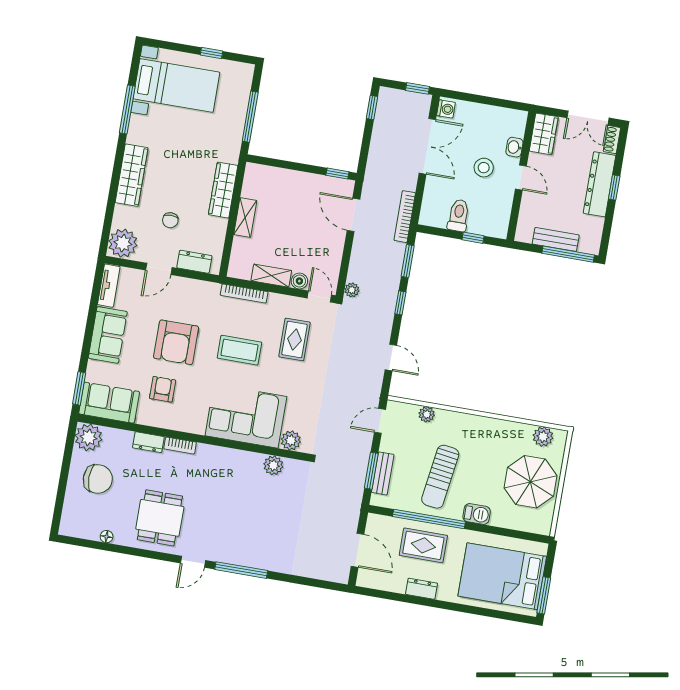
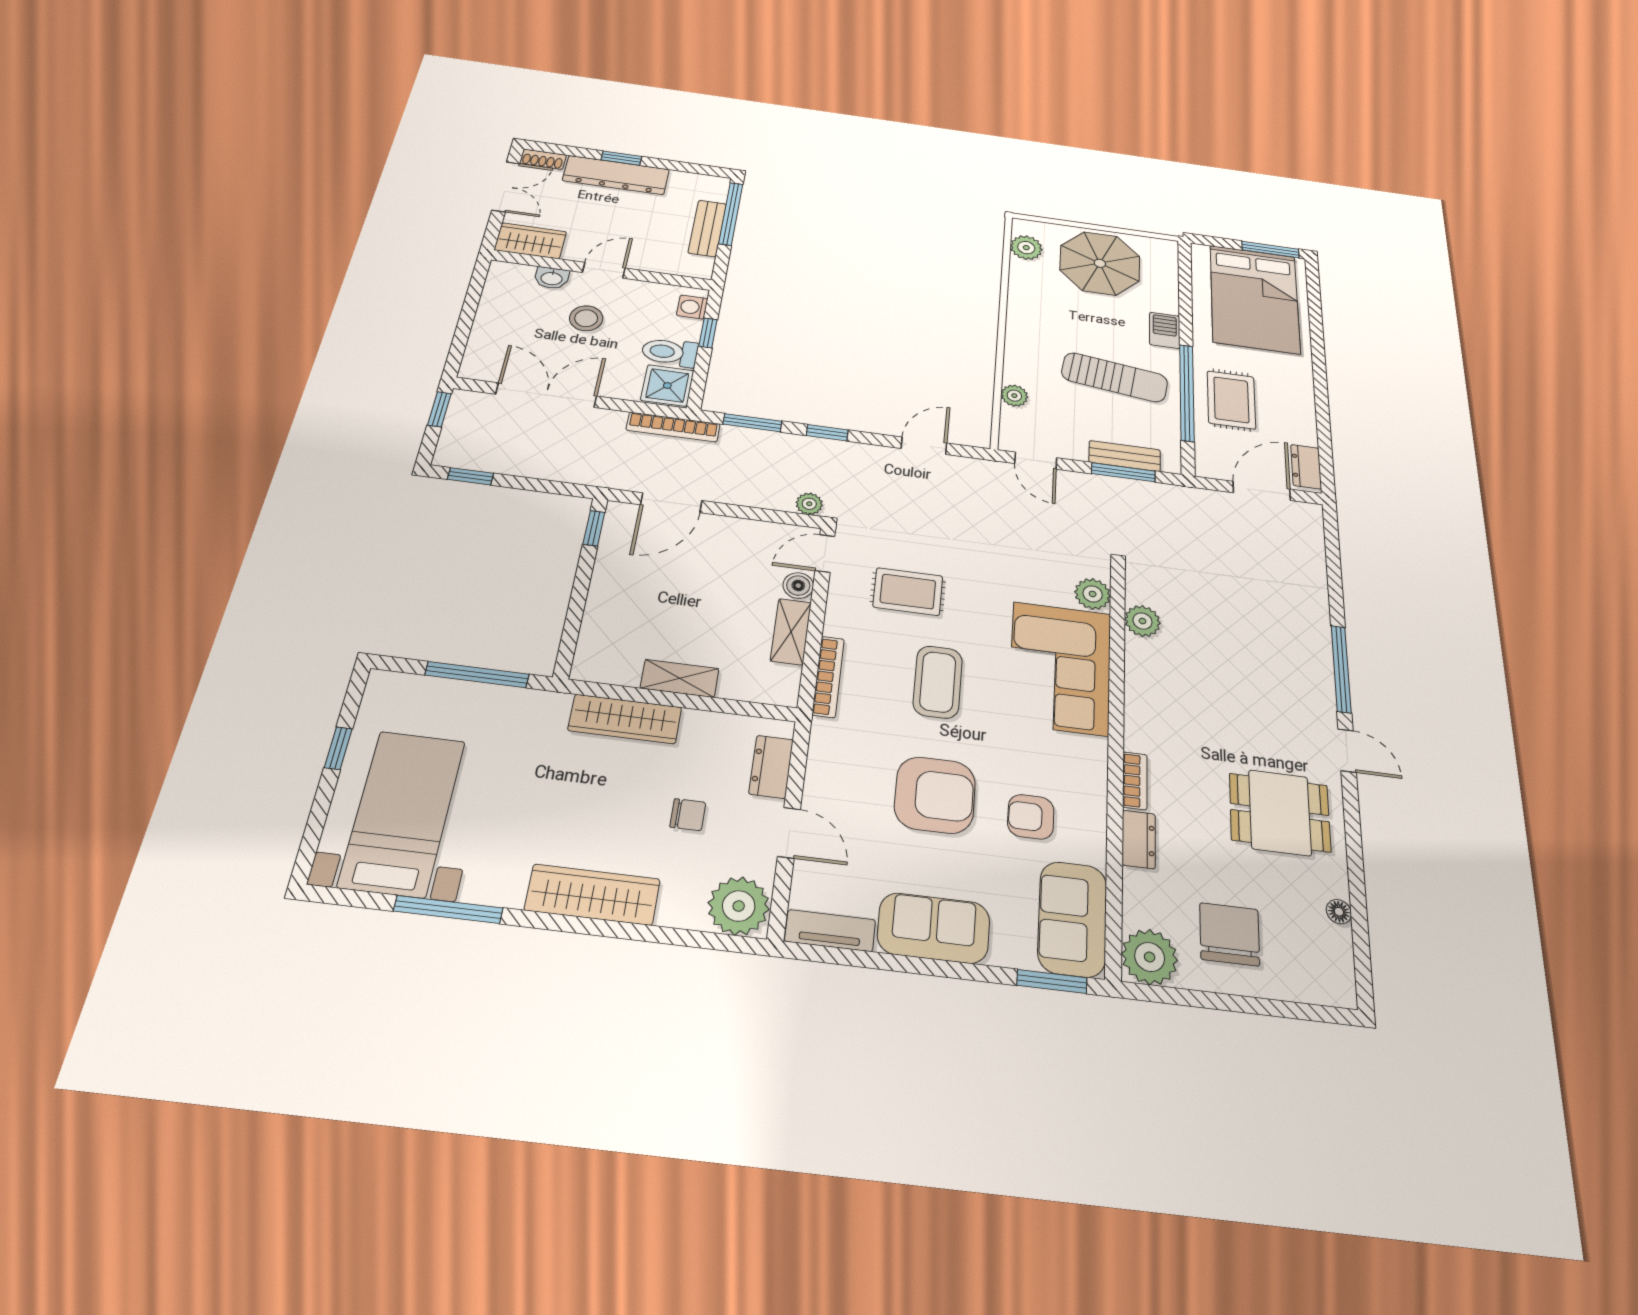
washing machine: (446, 109) -> (692, 307), moved, turned -90
shower: (434, 214) -> (667, 385), added
dresser: (421, 589) -> (1306, 467), moved

